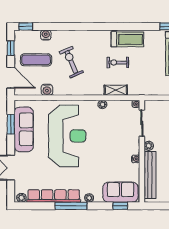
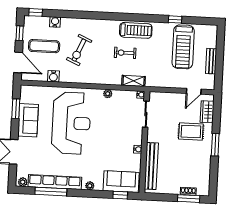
exercise bike: (71, 62) -> (79, 50), turned -133
shelving: (116, 90) -> (134, 81), moved
sofa: (24, 129) -> (28, 120), width x0.73
plant: (149, 146) -> (152, 137), removed
window: (71, 206) -> (51, 192), moved

